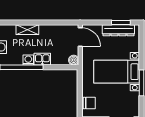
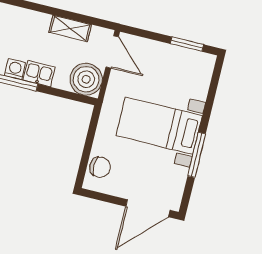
shelving: (27, 30) -> (70, 28), moved
dresser: (118, 30) -> (180, 56), removed
boiler: (74, 60) -> (86, 79), width x1.86, depth x1.86

